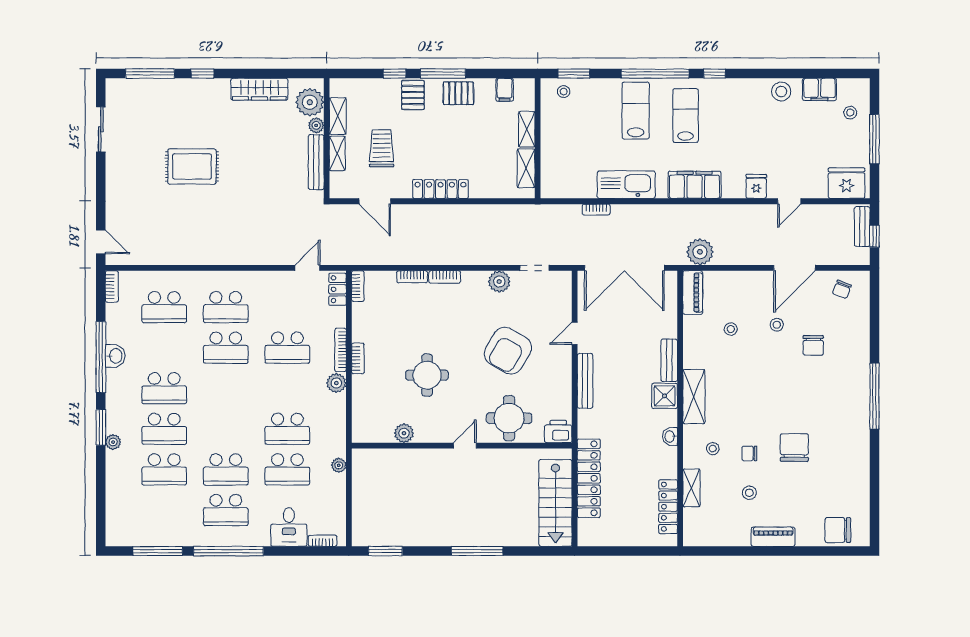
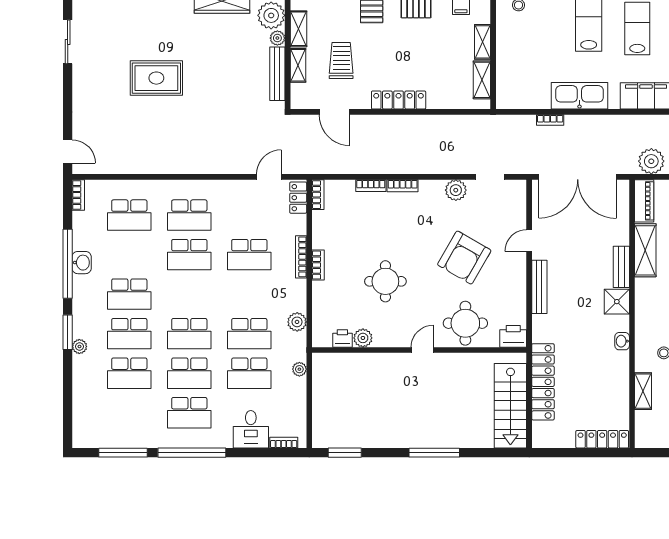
plant: (336, 383) -> (297, 322), moved
shelving: (694, 397) -> (645, 250), moved
school desk: (226, 429) -> (189, 334), added
printer: (383, 434) -> (342, 338), added
locker: (668, 507) -> (602, 439), moved, turned 90

